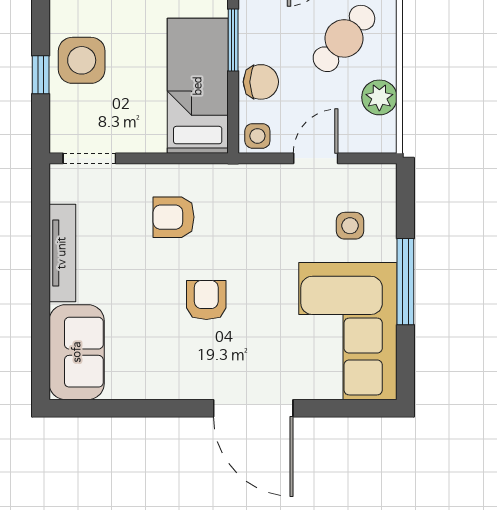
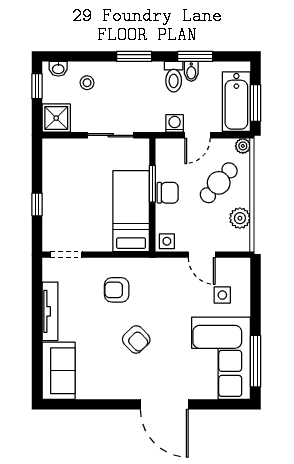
side table: (82, 60) -> (62, 196), removed
chair: (261, 82) -> (168, 193), moved
door: (316, 158) -> (202, 255), swing flipped
window: (405, 282) -> (256, 361), moved
armchair: (206, 300) -> (136, 340), turned 136

